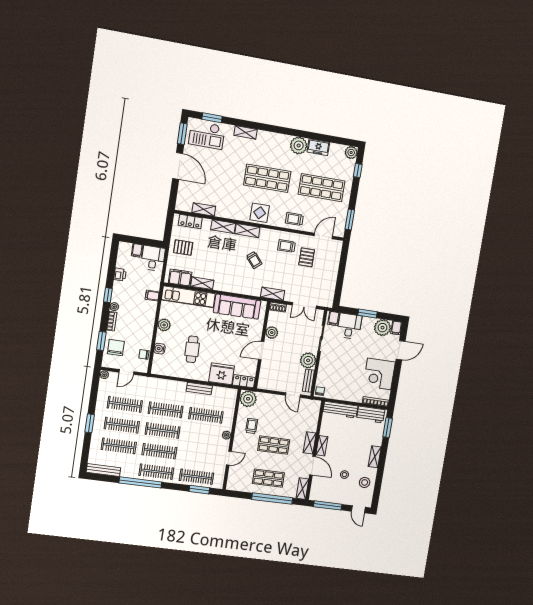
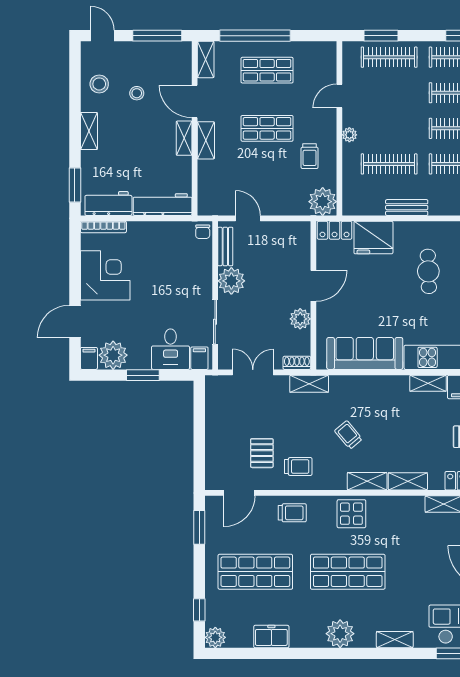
plant: (299, 145) -> (340, 634), moved

